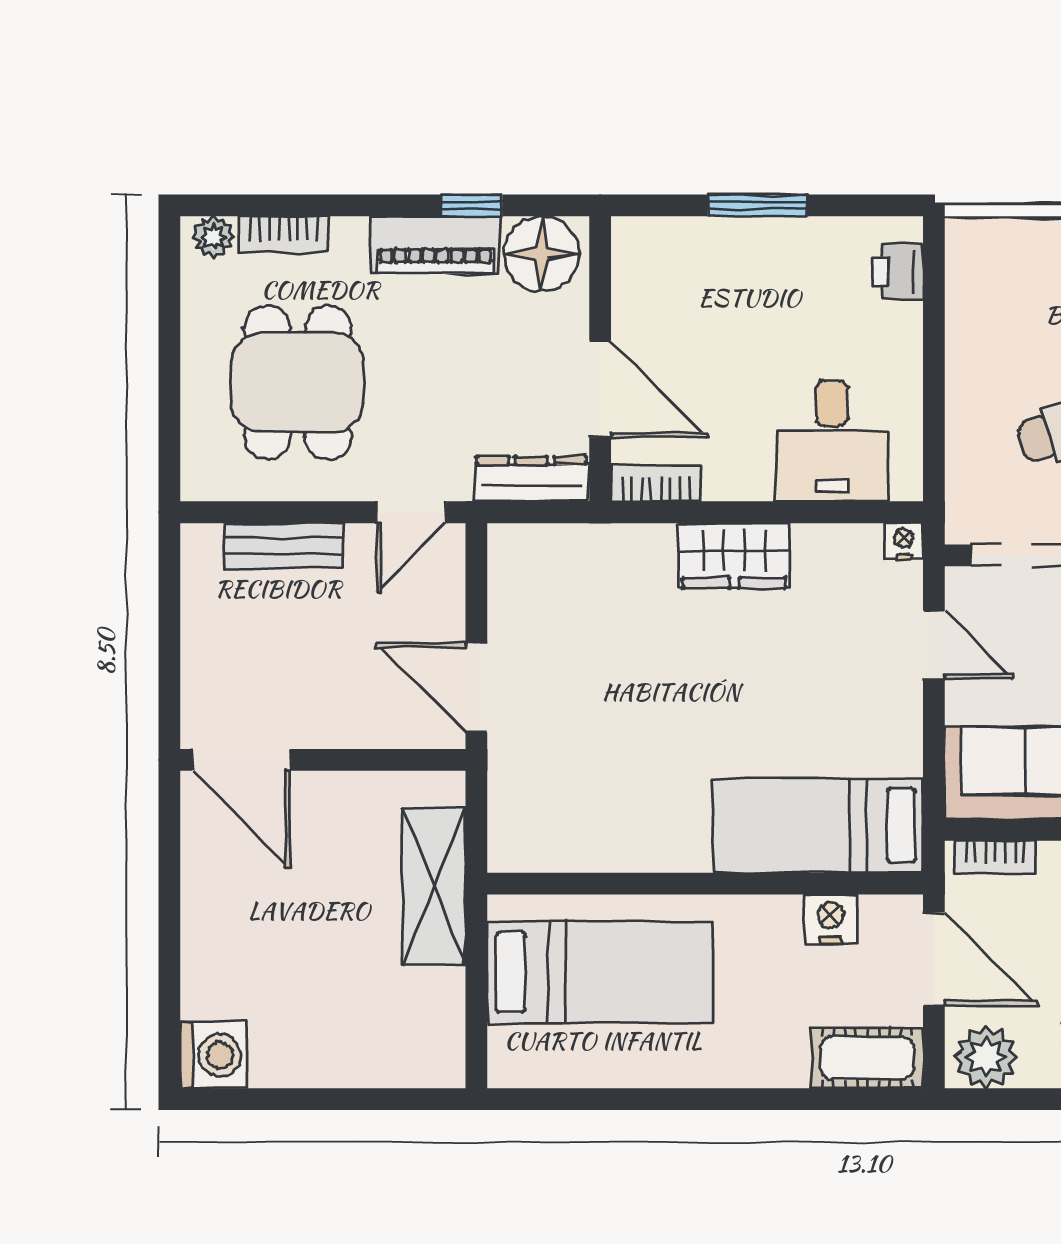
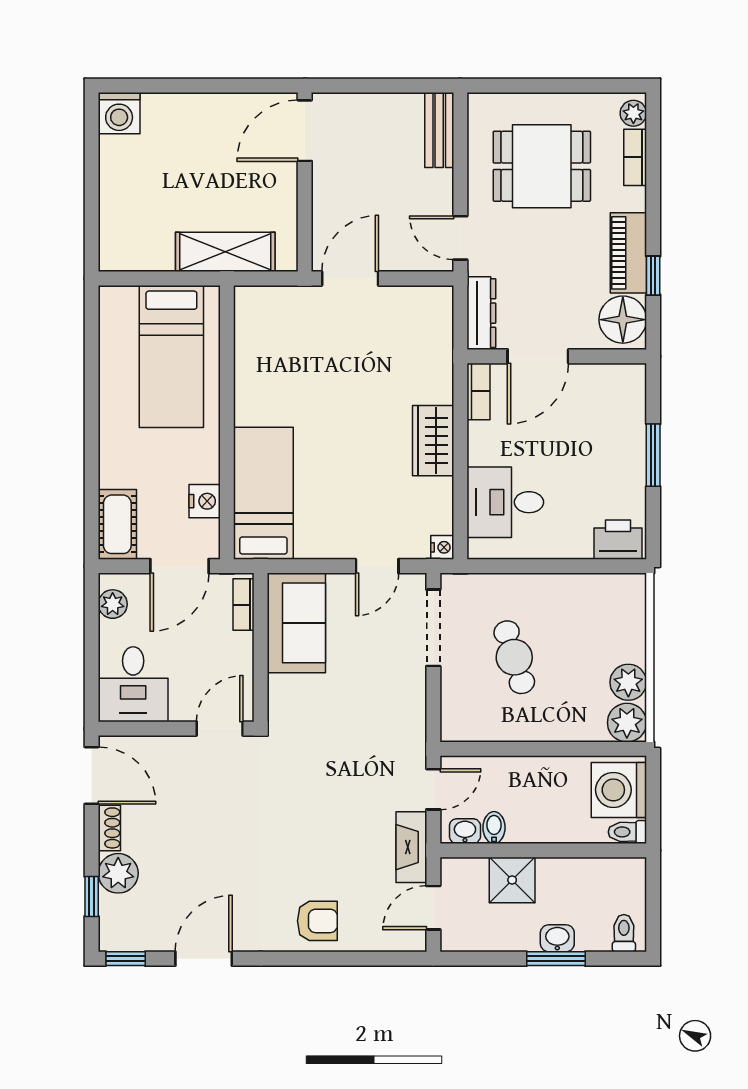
printer: (898, 271) -> (618, 540), width x1.36, depth x1.24
bench: (284, 546) -> (439, 130), moved
plant: (986, 1057) -> (113, 604), width x0.73, depth x0.73

